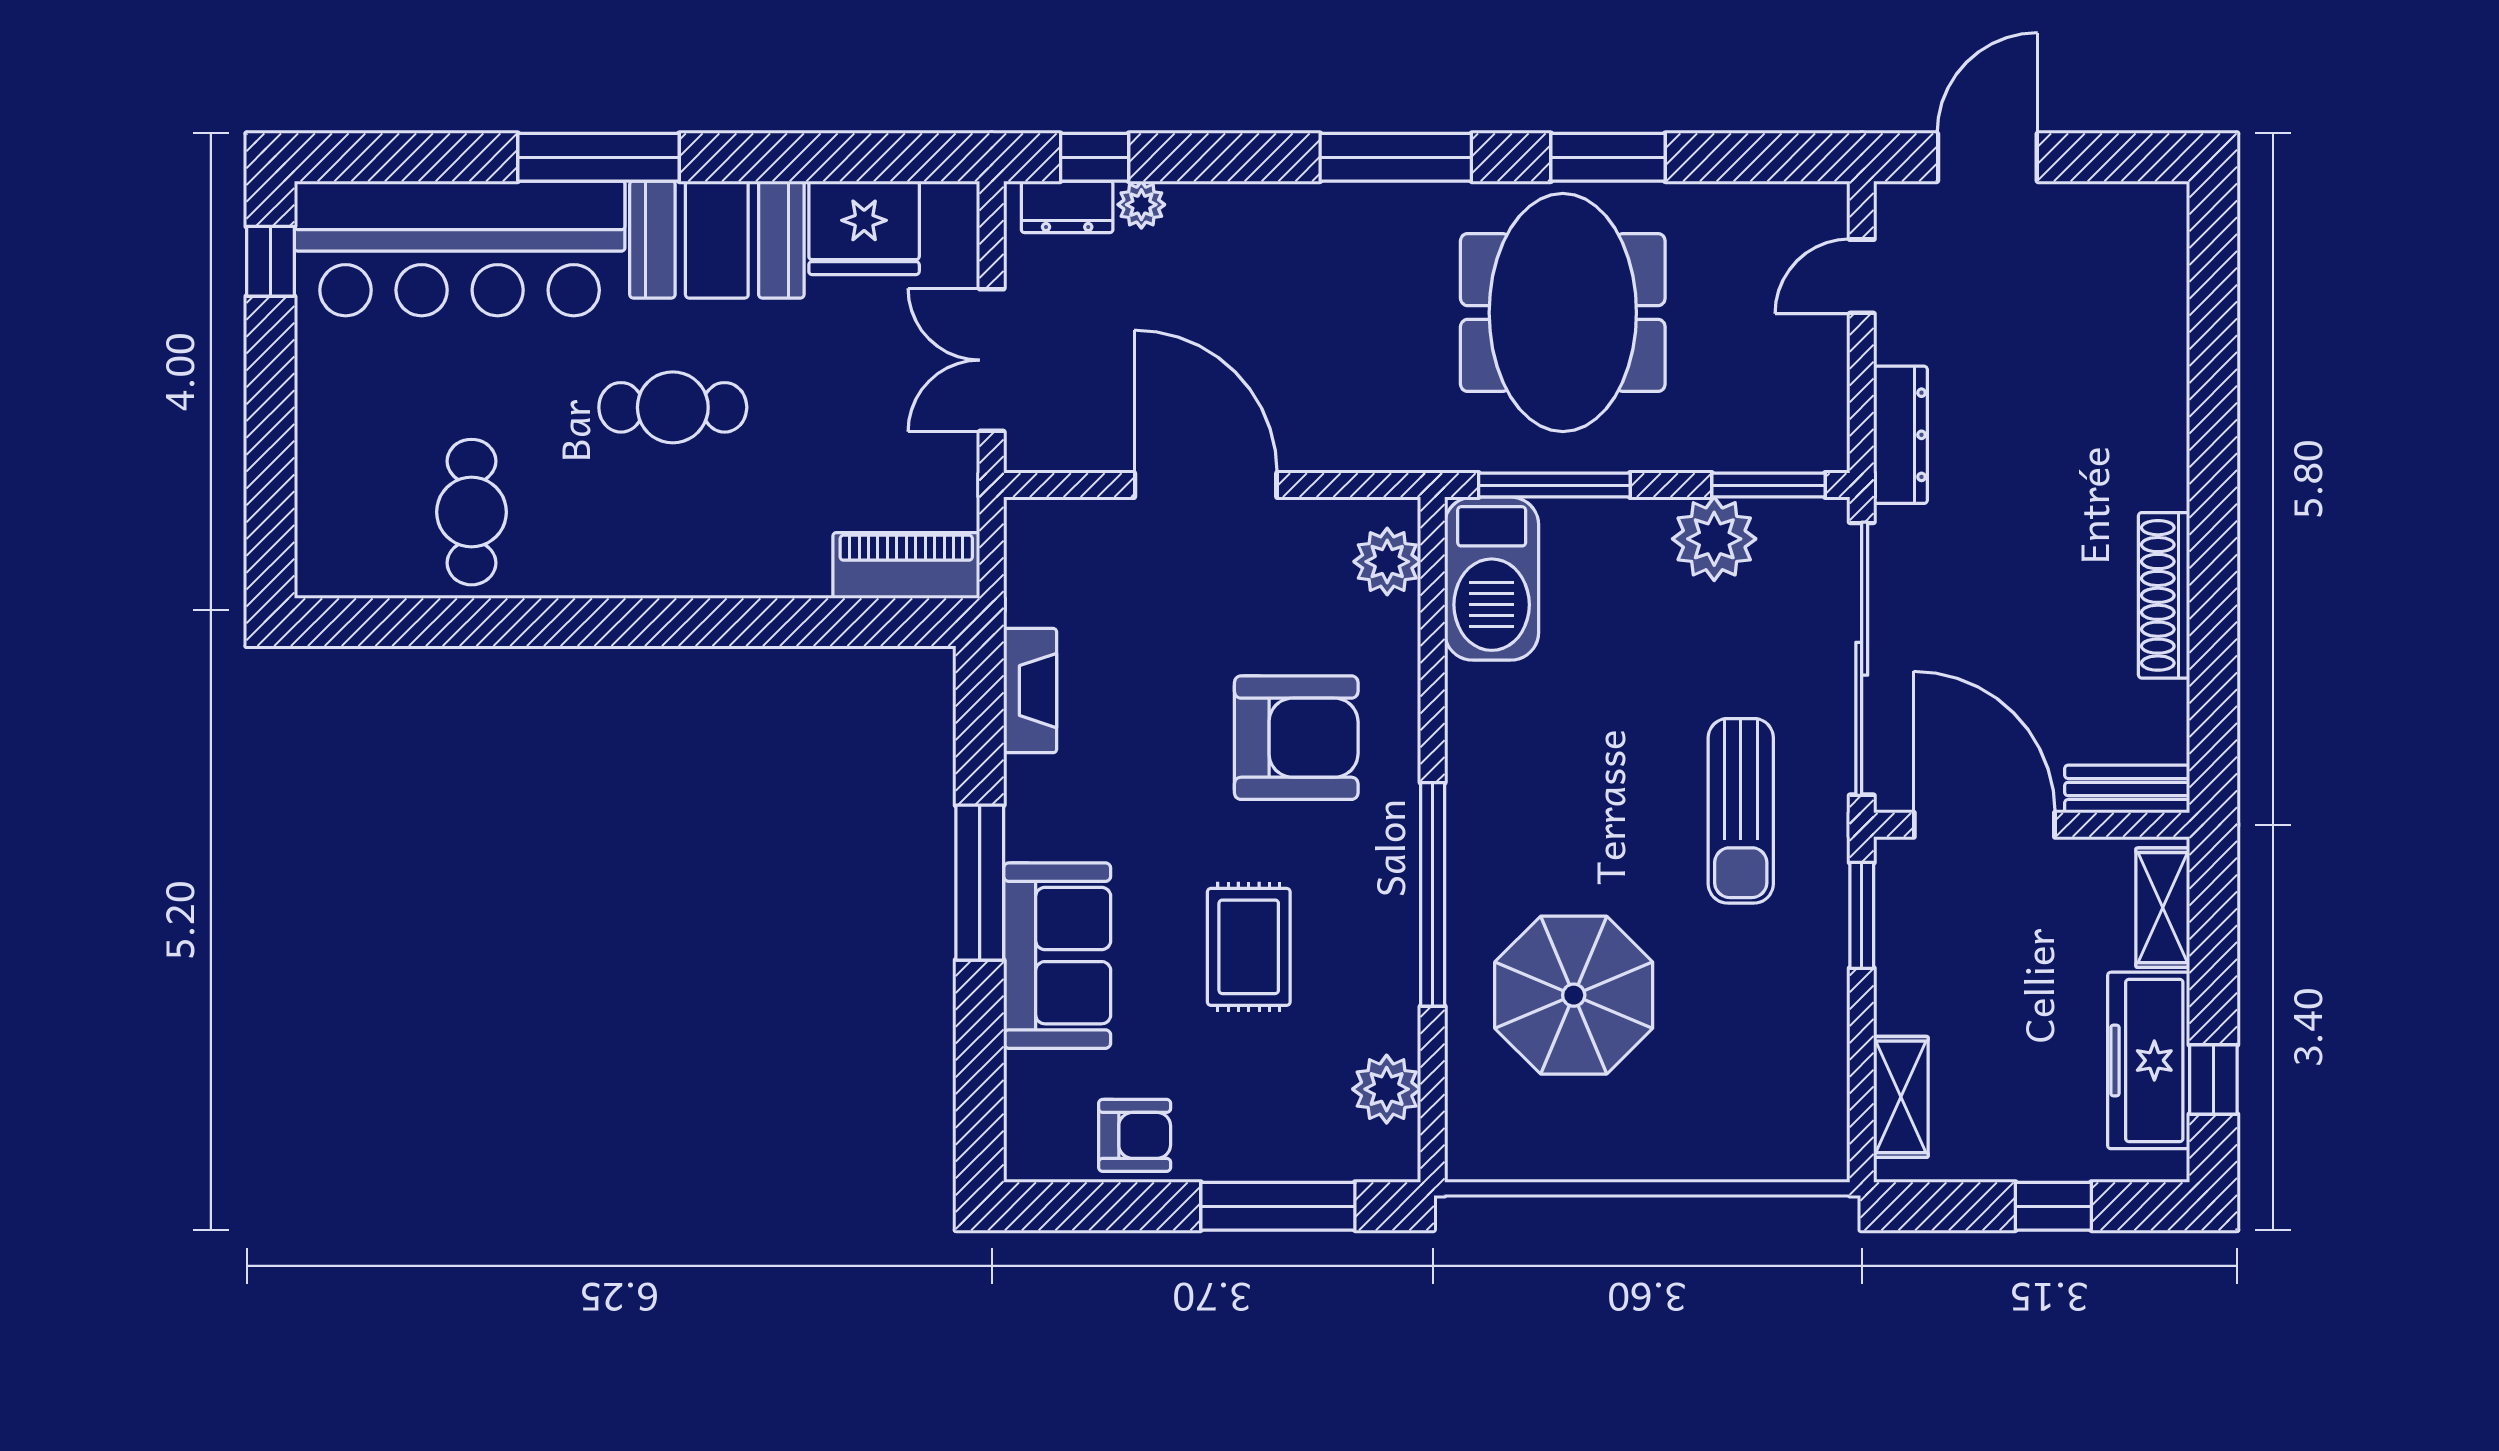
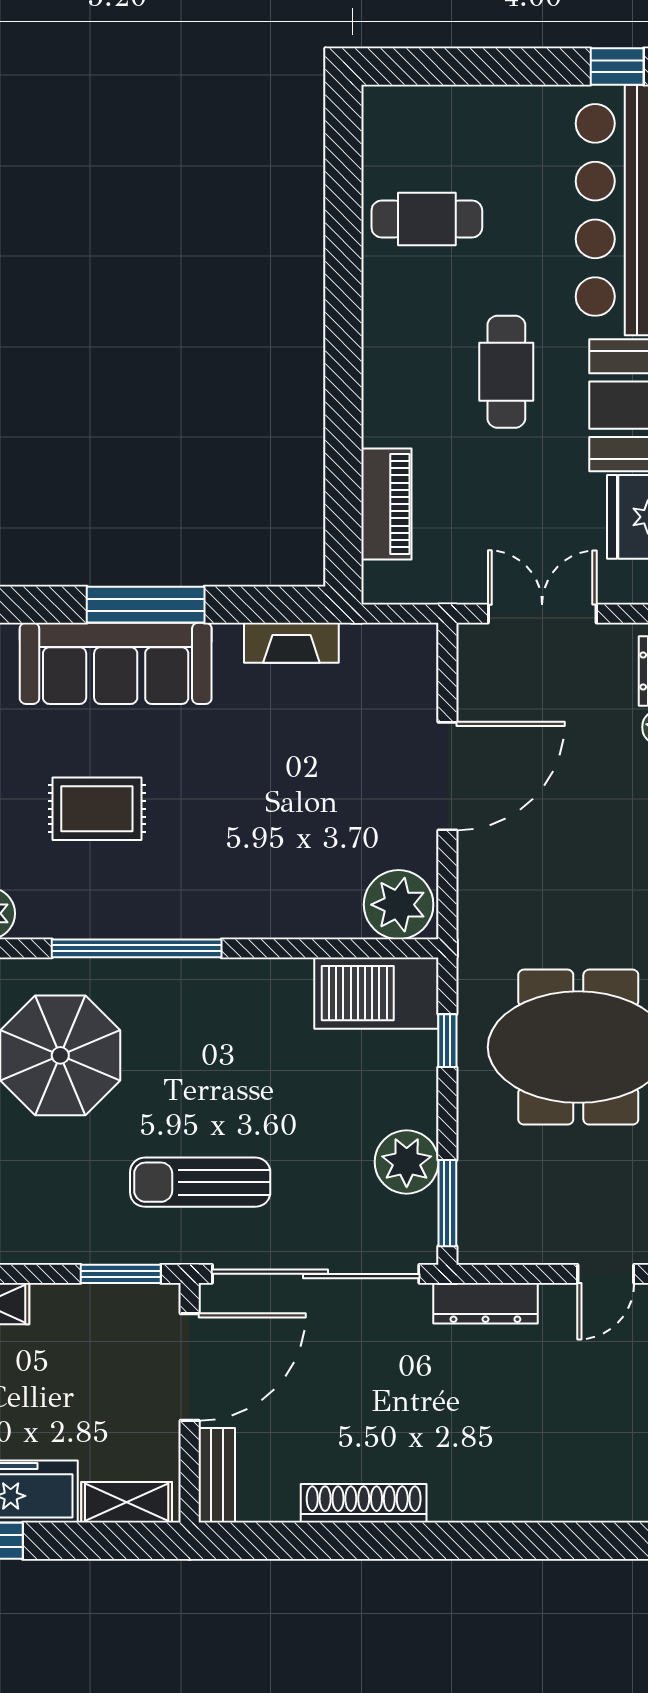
door: (1862, 276) -> (606, 1274), swing flipped
window: (1554, 485) -> (447, 1041), width x0.46
plant: (1387, 562) -> (399, 905), width x1.36, depth x1.36
piano: (906, 565) -> (386, 504), moved
armchair: (1296, 738) -> (256, 845), removed
sofa: (1057, 956) -> (116, 663), width x1.36

